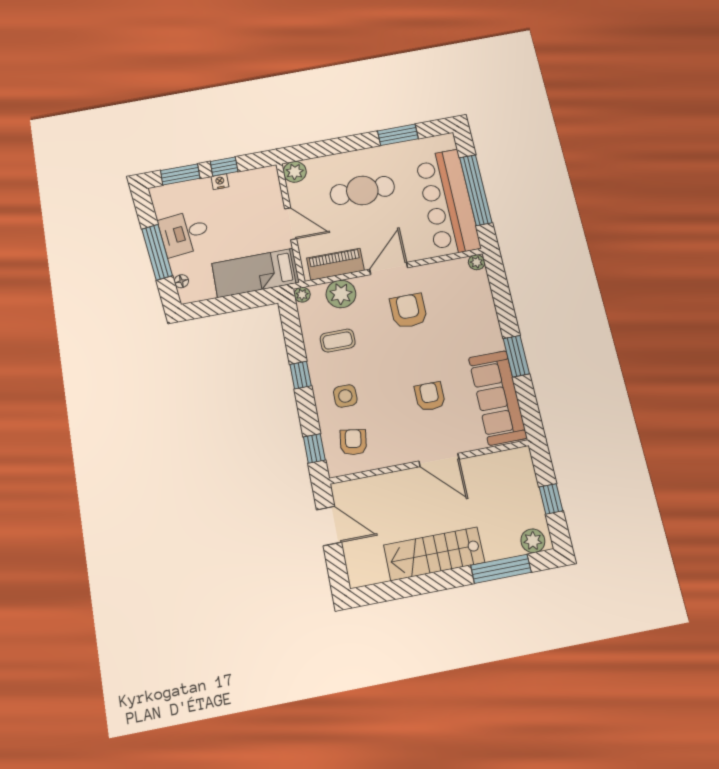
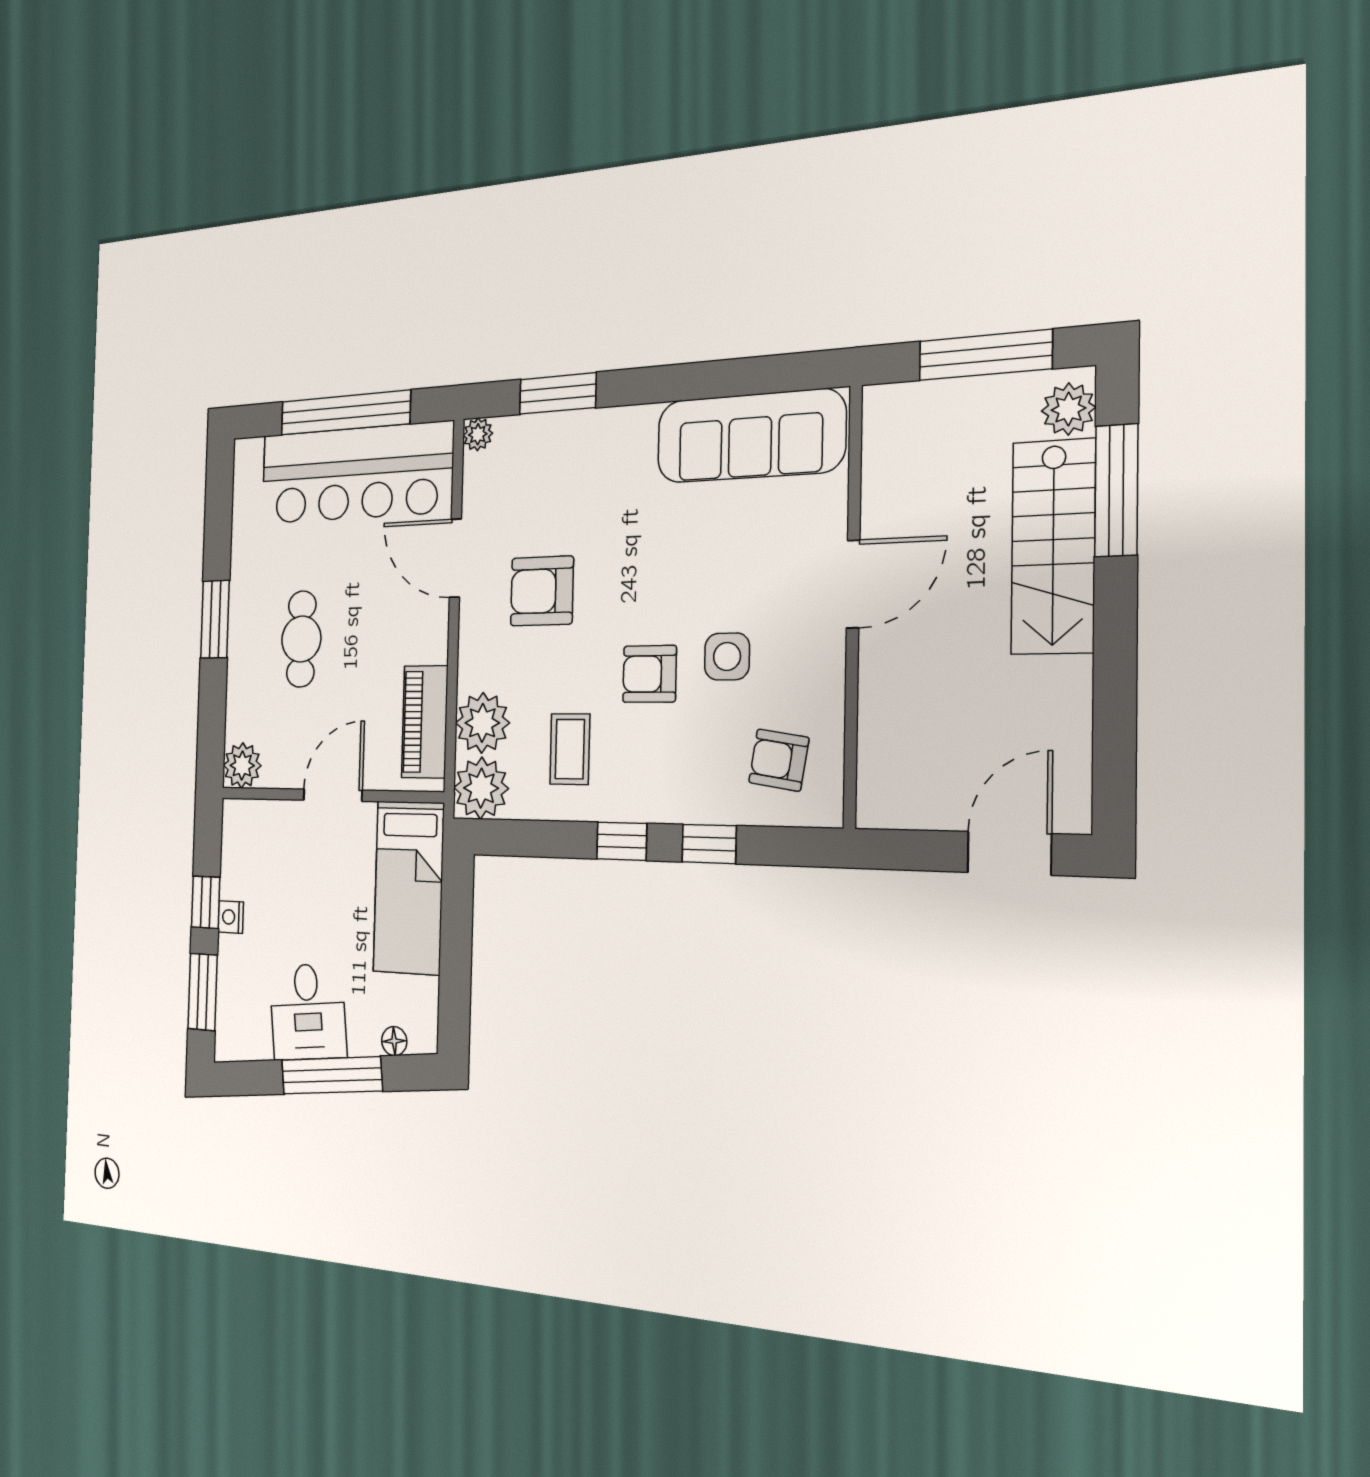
window: (398, 135) -> (215, 619), moved
cafe table: (362, 190) -> (301, 639), width x0.73, depth x0.74
door: (389, 268) -> (455, 558), moved
plant: (302, 295) -> (481, 788), width x1.88, depth x1.88
window: (516, 356) -> (558, 393), moved
side table: (345, 396) -> (727, 657), moved
armchair: (430, 396) -> (650, 674), moved
window: (314, 448) -> (709, 844), moved
window: (551, 499) -> (985, 355), width x2.17
door: (329, 526) -> (1009, 853), moved
stairs: (434, 554) -> (1053, 547), moved

